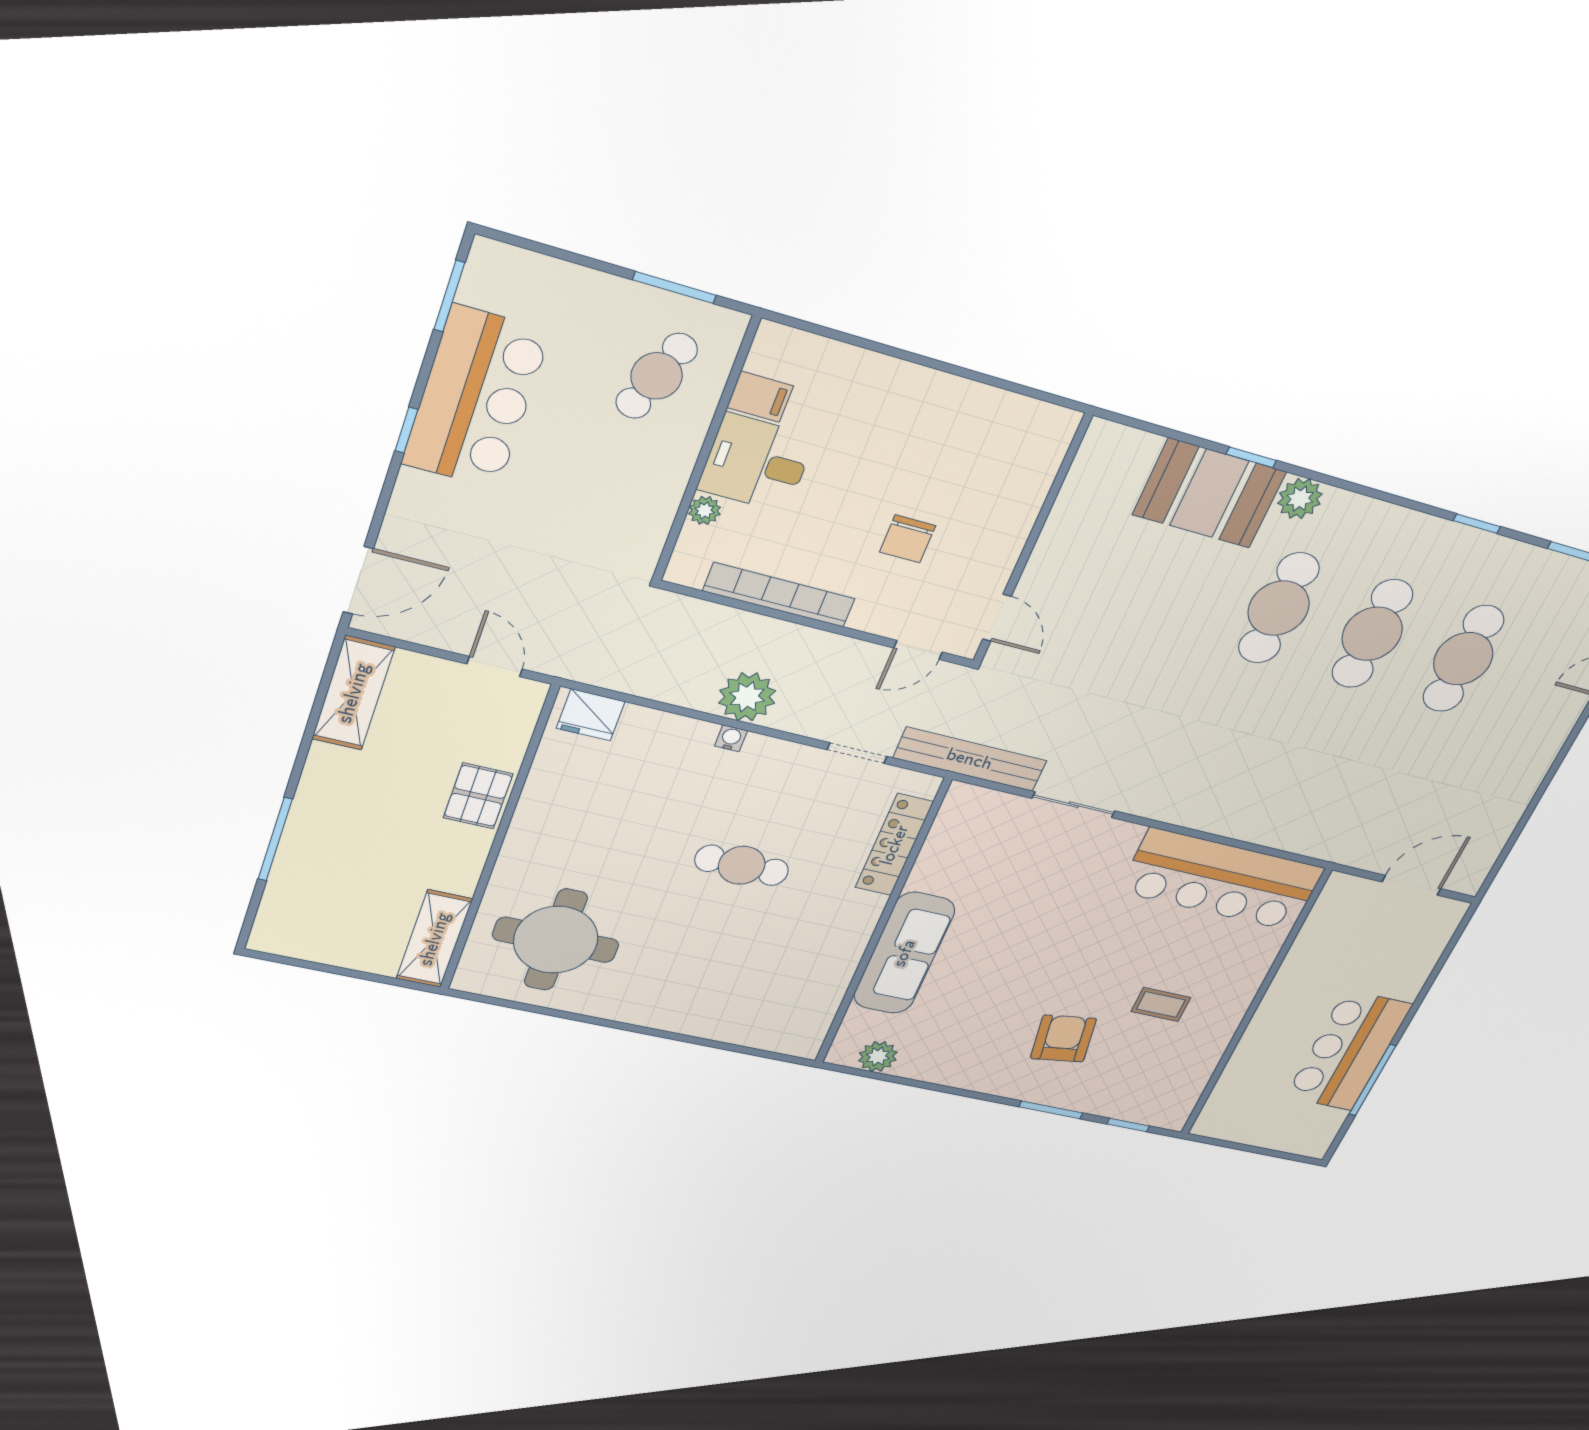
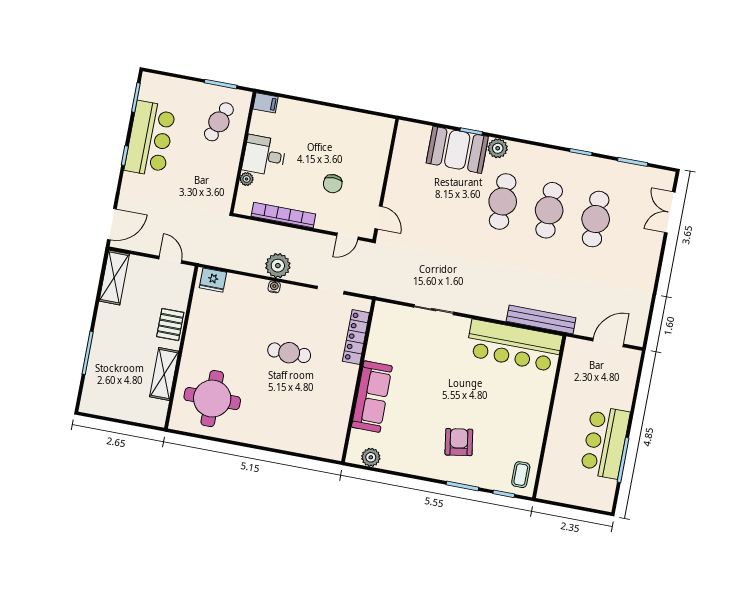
filing cabinet: (760, 397) -> (266, 103), moved
bench: (970, 759) -> (541, 319), moved
shelving: (434, 939) -> (164, 374), moved
coffee table: (1161, 1005) -> (521, 475), moved, turned 90

